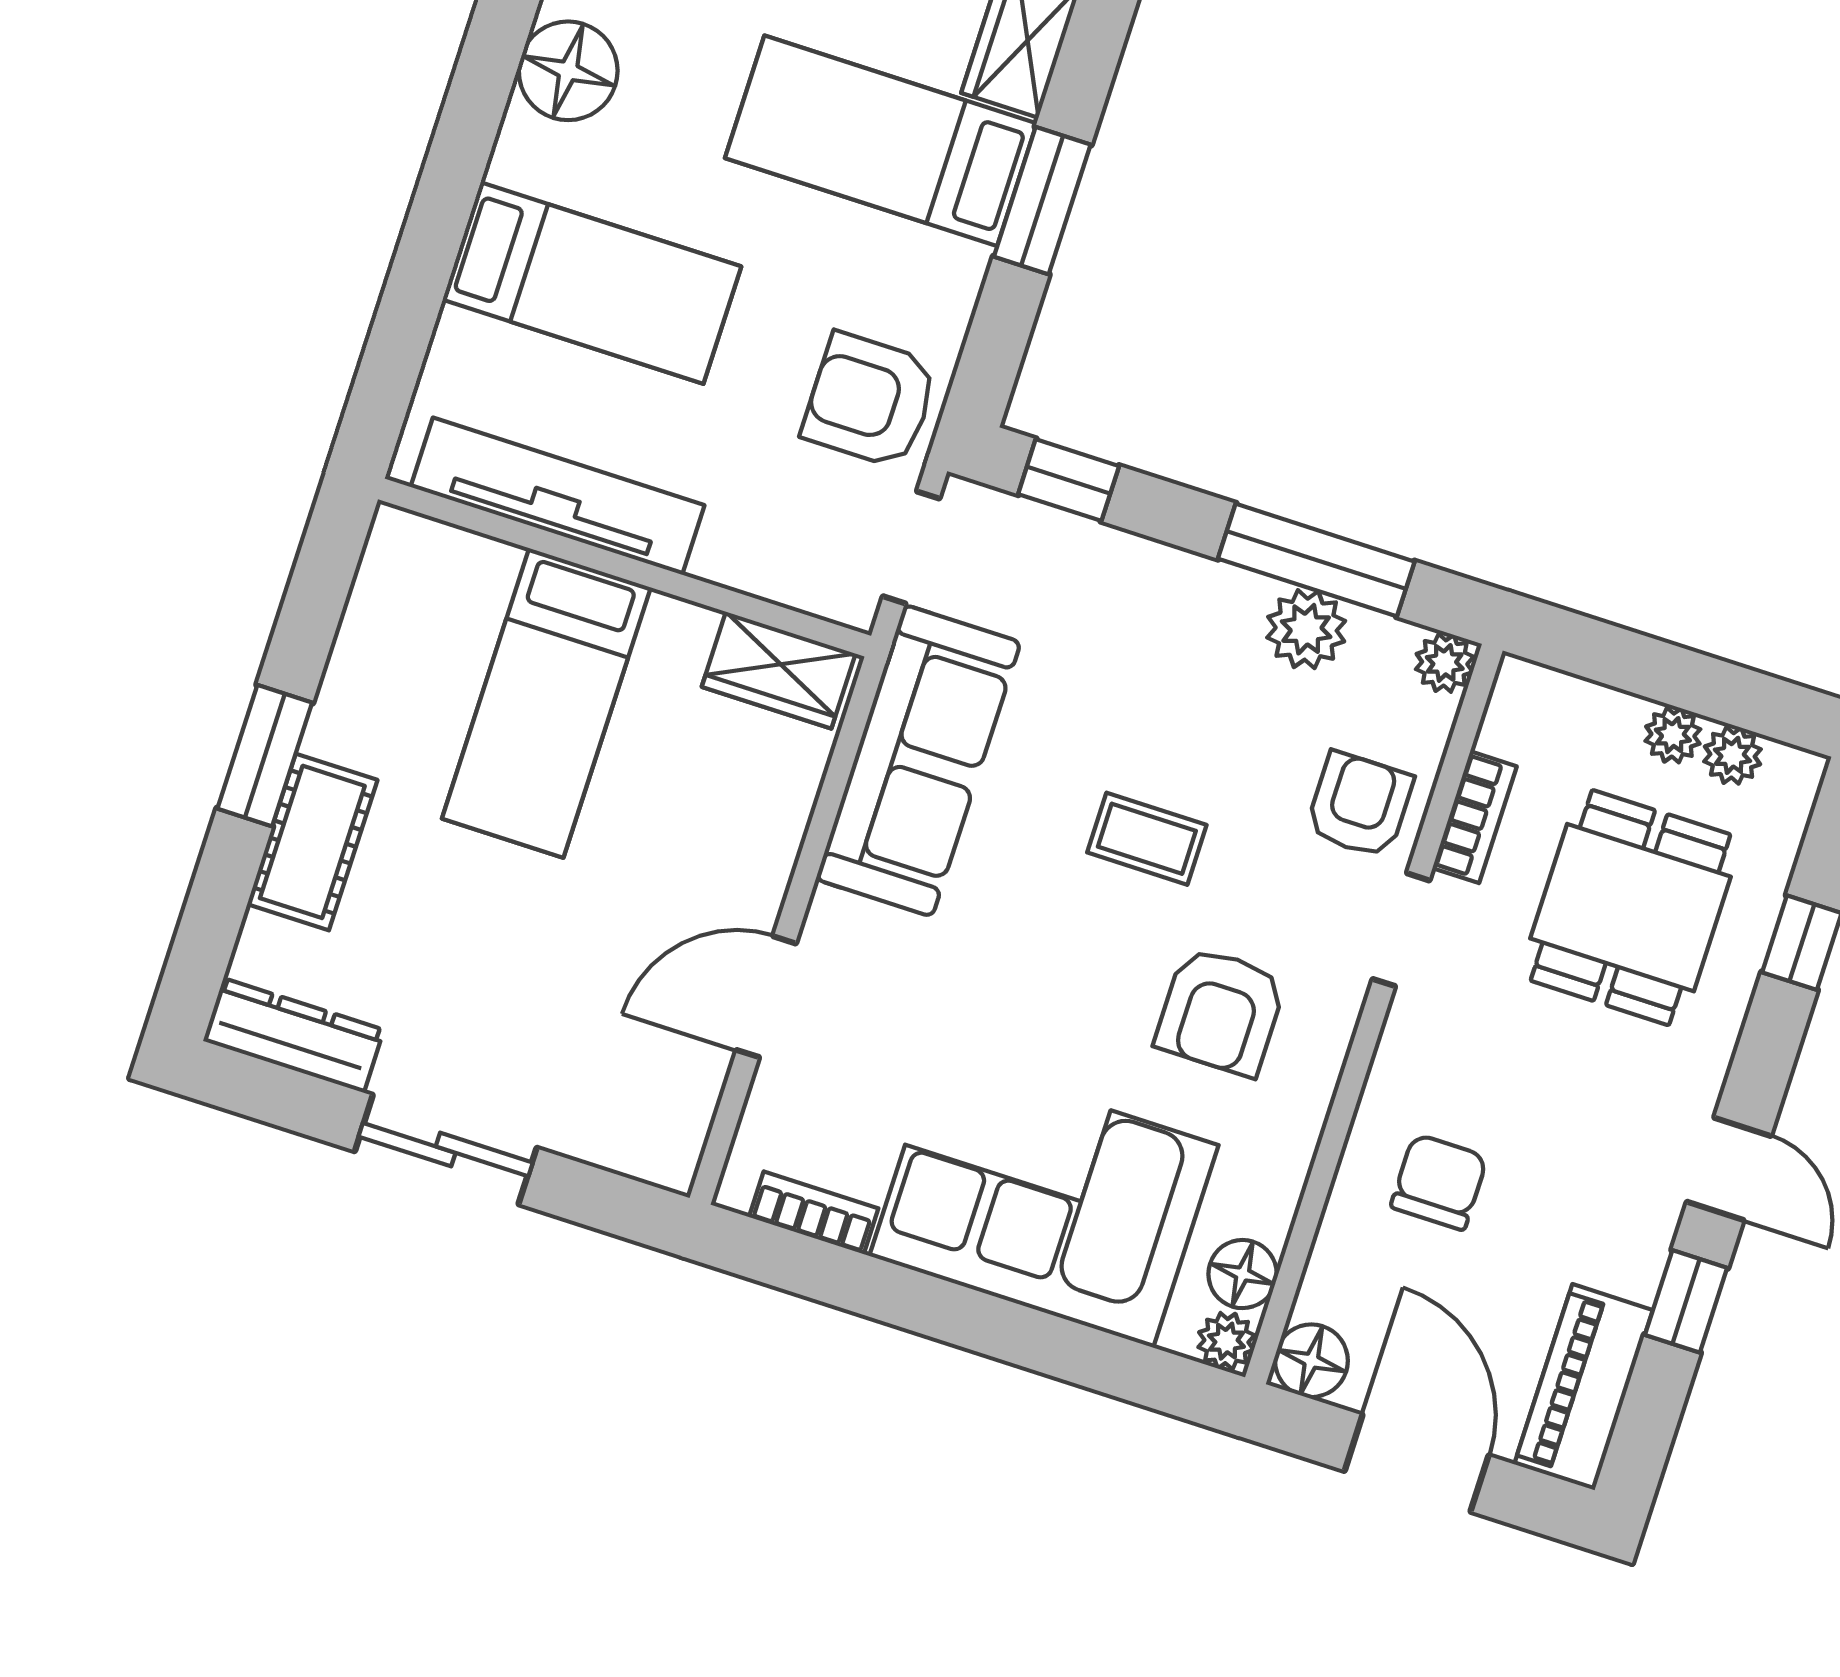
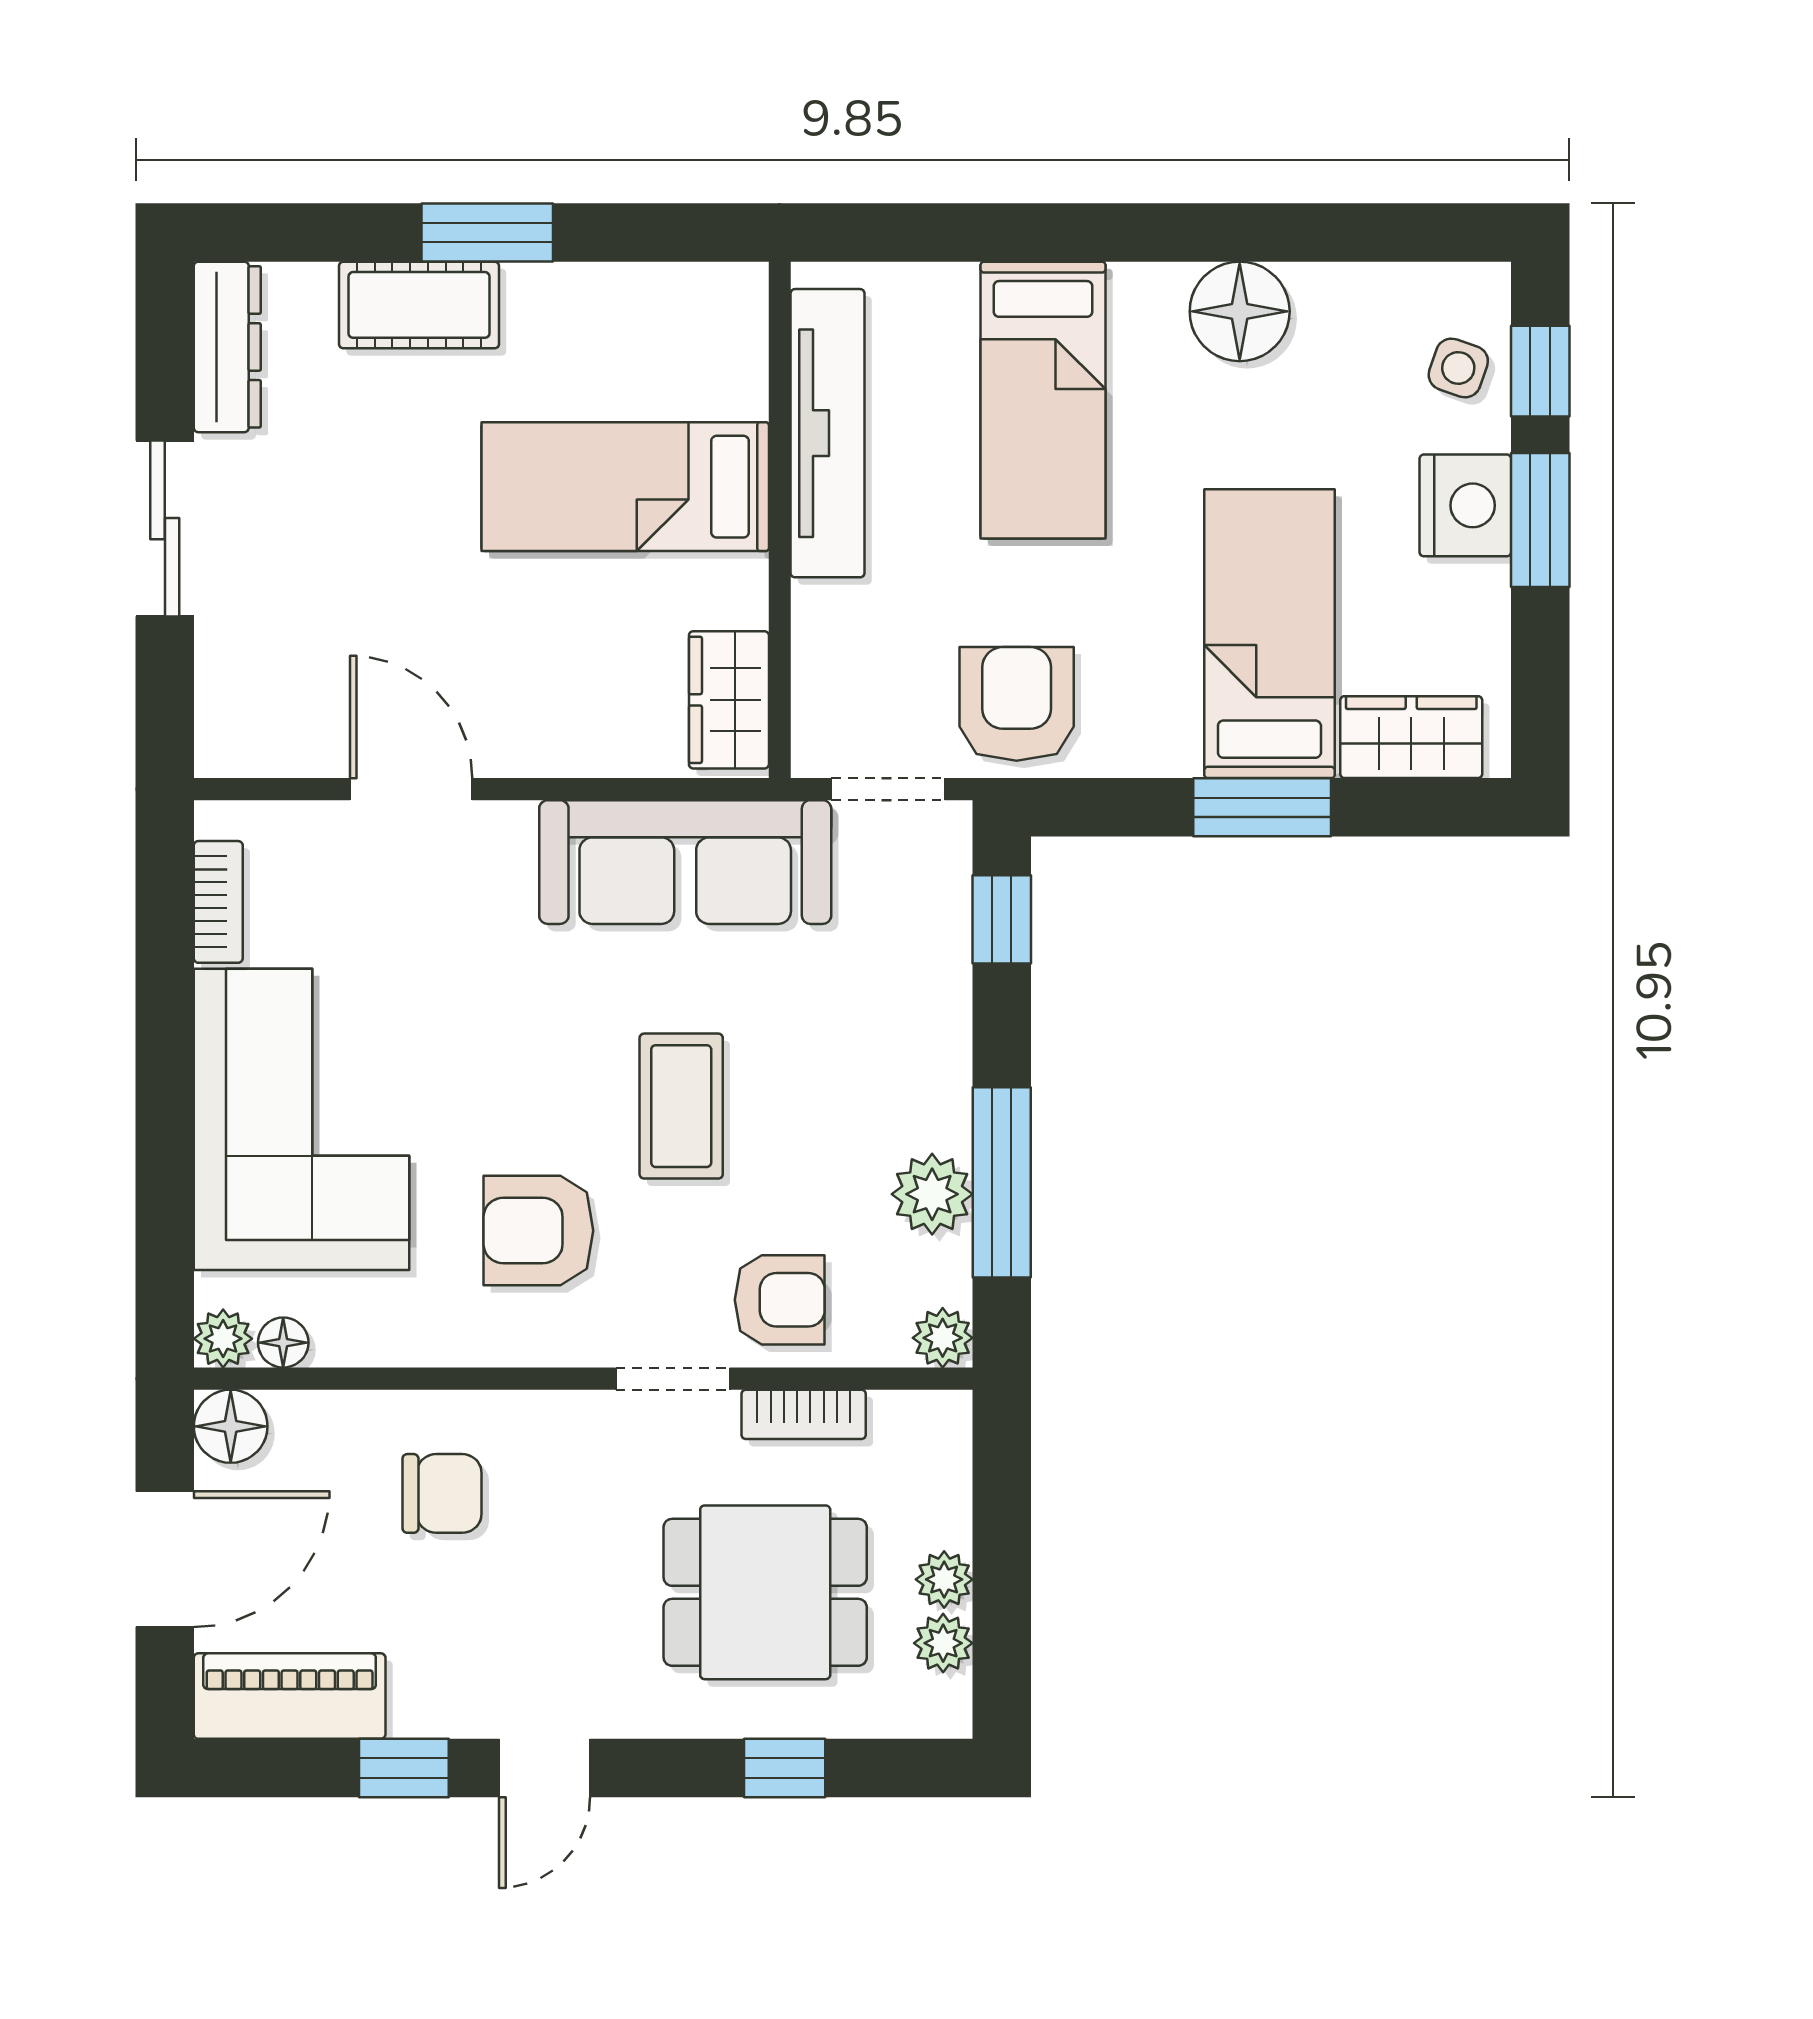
coffee table: (1147, 839) -> (681, 1106), width x1.36, depth x1.30
floor lamp: (1243, 1274) -> (283, 1343), width x0.73, depth x0.73

